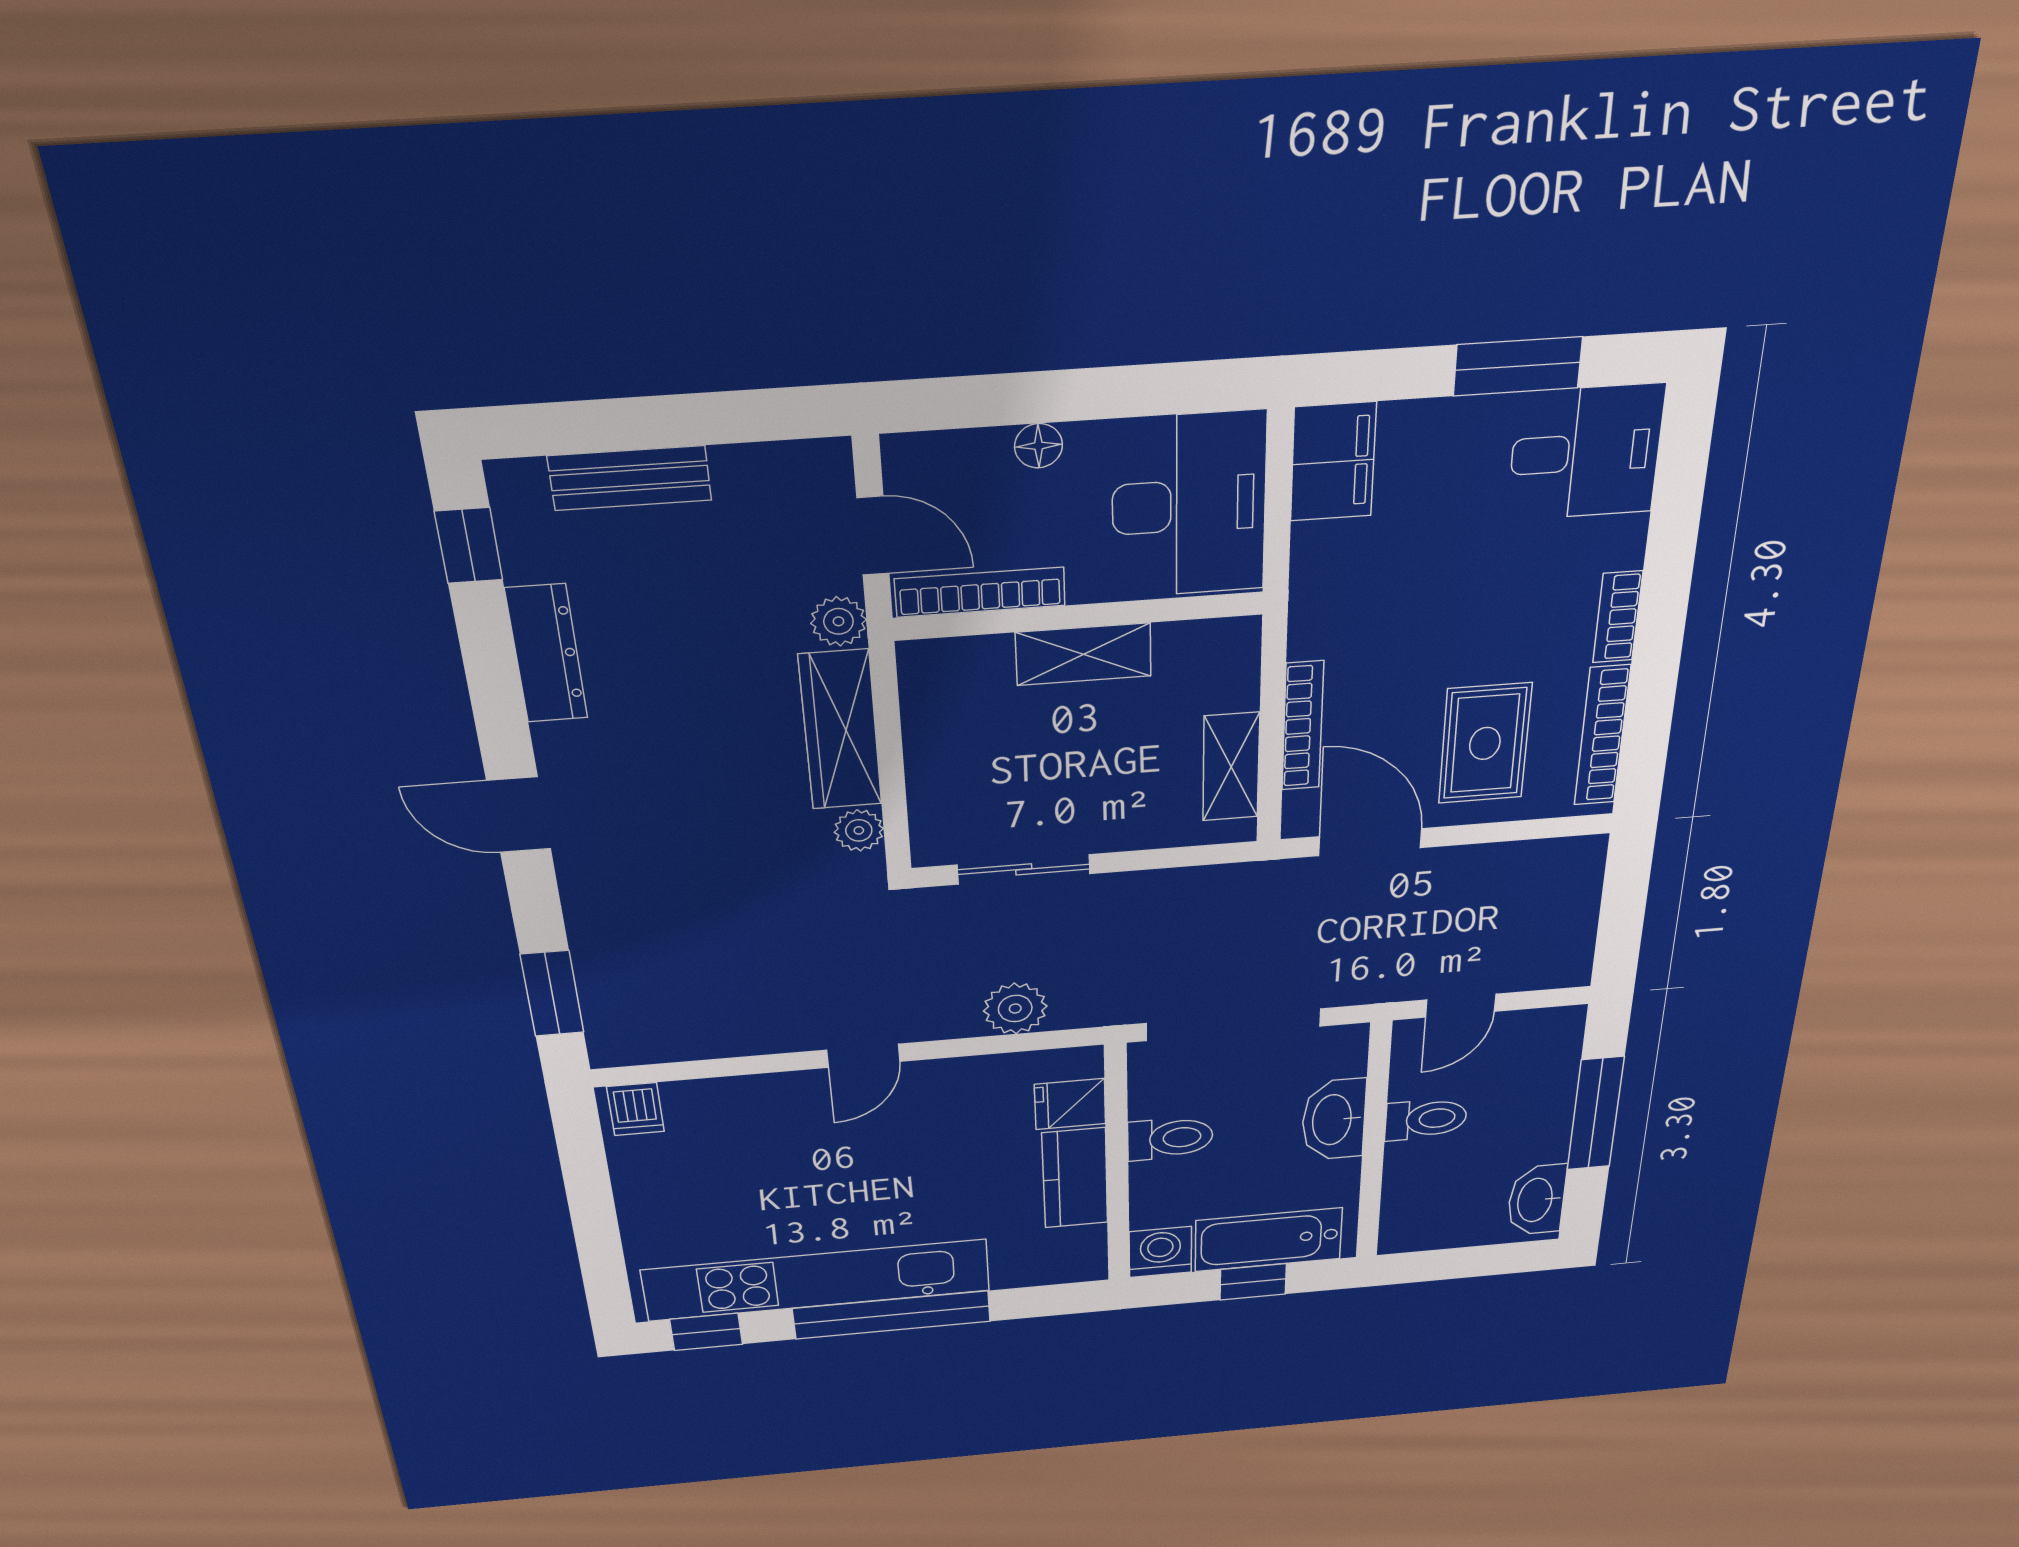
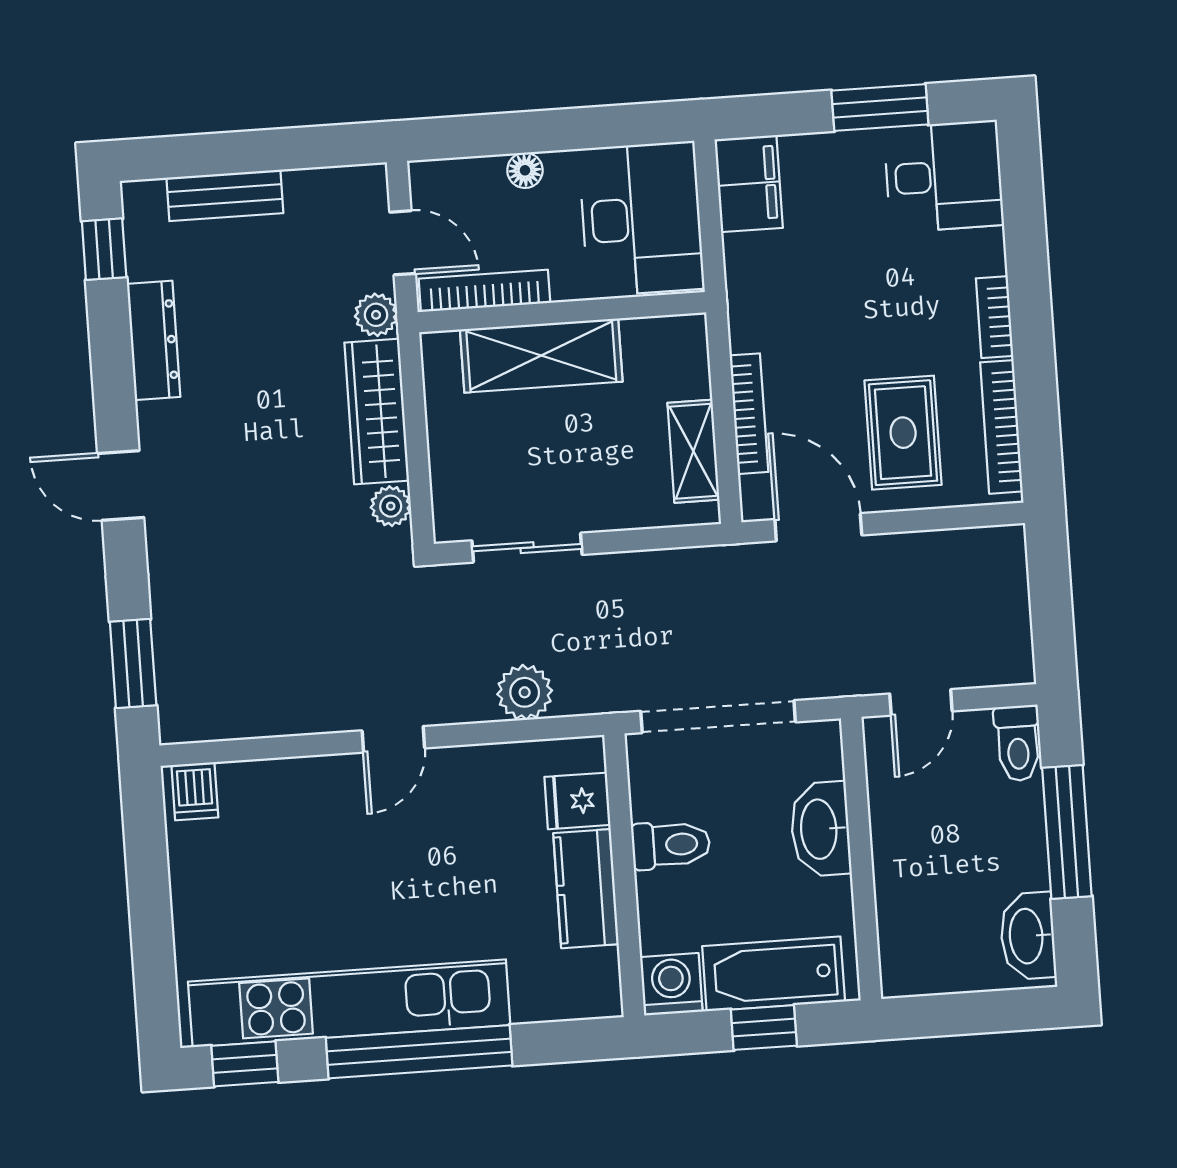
shelving: (1083, 654) -> (541, 356), width x1.50, depth x1.33
toilet: (1426, 1119) -> (1018, 743), moved, turned 90

